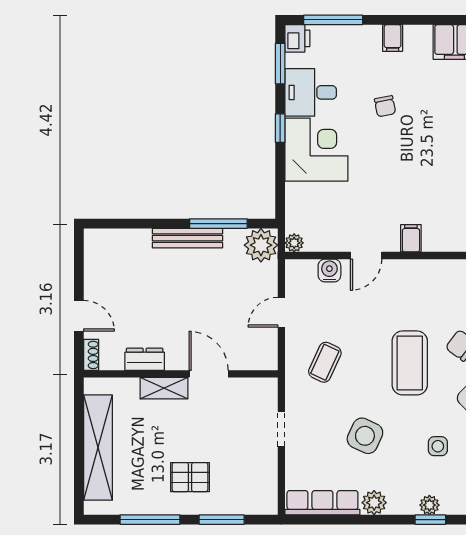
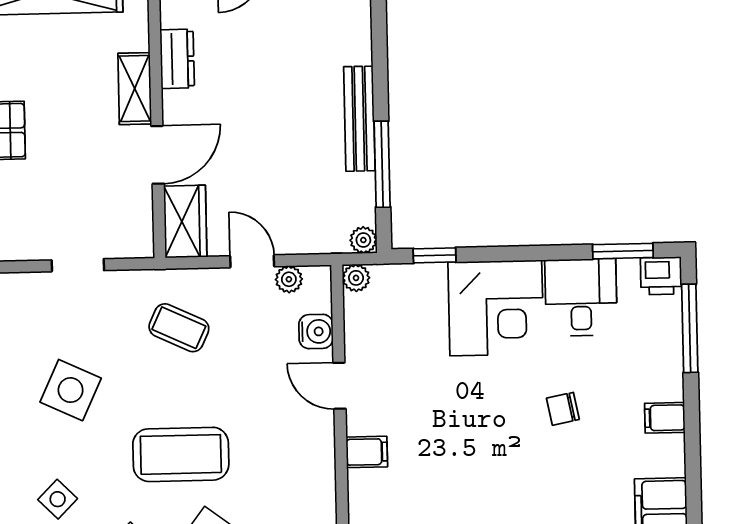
window: (280, 128) -> (435, 255), moved
plant: (261, 245) -> (363, 240), width x0.53, depth x0.53
plant: (294, 288) -> (289, 279), added
wardrobe: (254, 356) -> (185, 222), added
side table: (438, 446) -> (58, 499), turned 45

